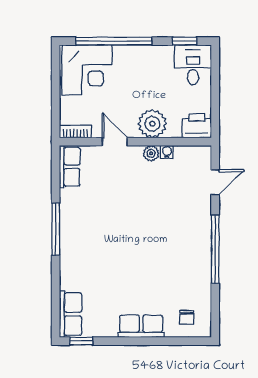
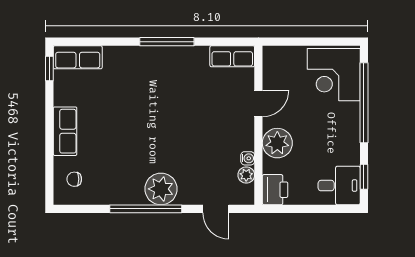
bookcase: (75, 132) -> (269, 62), removed
plant: (151, 153) -> (246, 175), moved
plant: (196, 235) -> (161, 189), added

